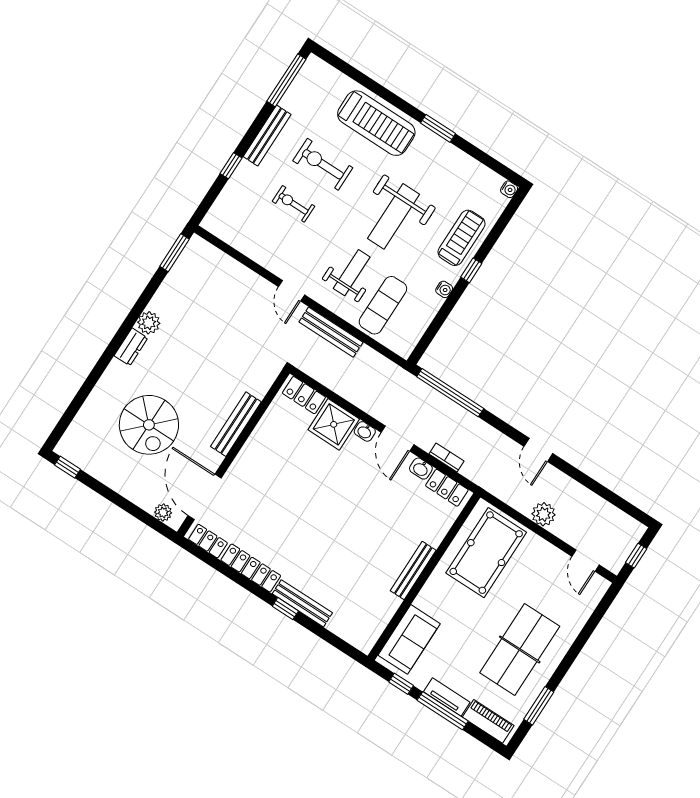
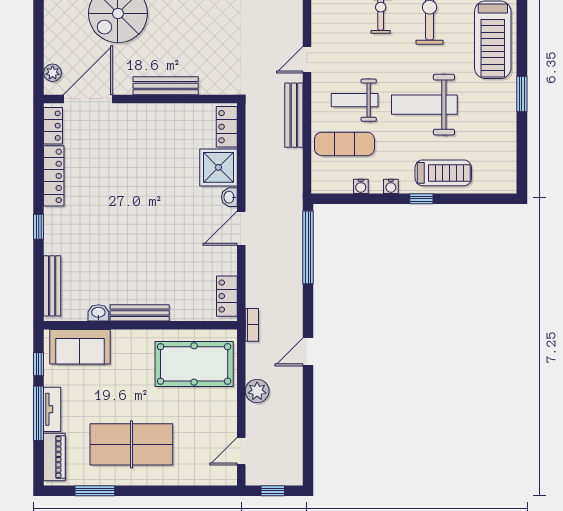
water cooler: (509, 189) -> (361, 186), moved
weight bench: (352, 273) -> (355, 100), turned 180
bookcase: (446, 457) -> (252, 325), moved
washbasin: (421, 469) -> (98, 313), moved, turned 90
bench: (302, 603) -> (52, 286), moved

